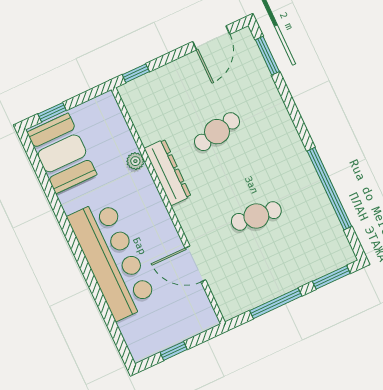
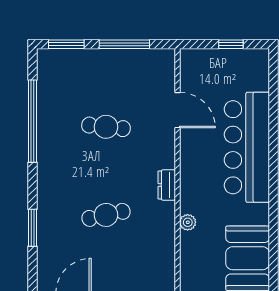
window: (267, 56) -> (32, 228), moved
dresser: (168, 172) -> (167, 185), width x0.51, depth x0.80

